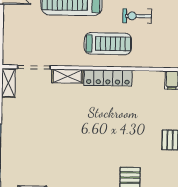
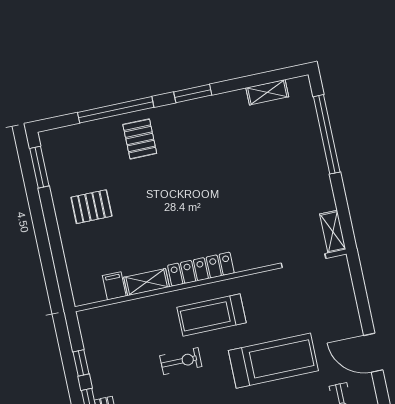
shelving: (67, 76) -> (147, 282), moved

